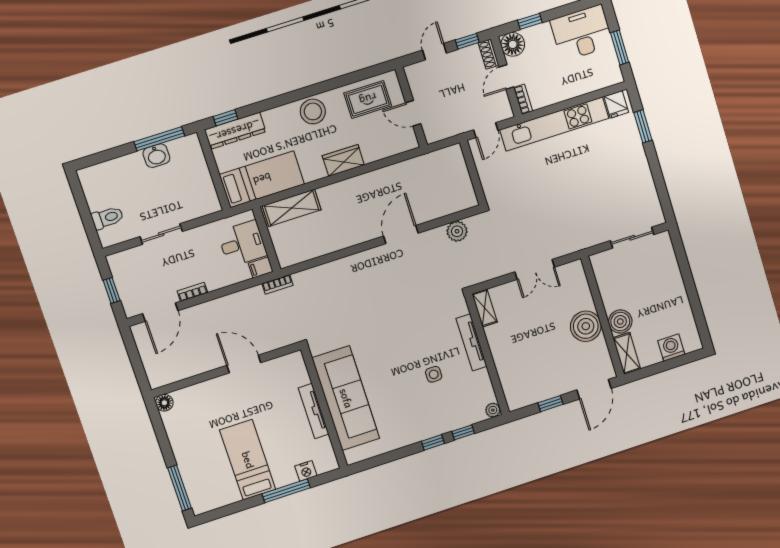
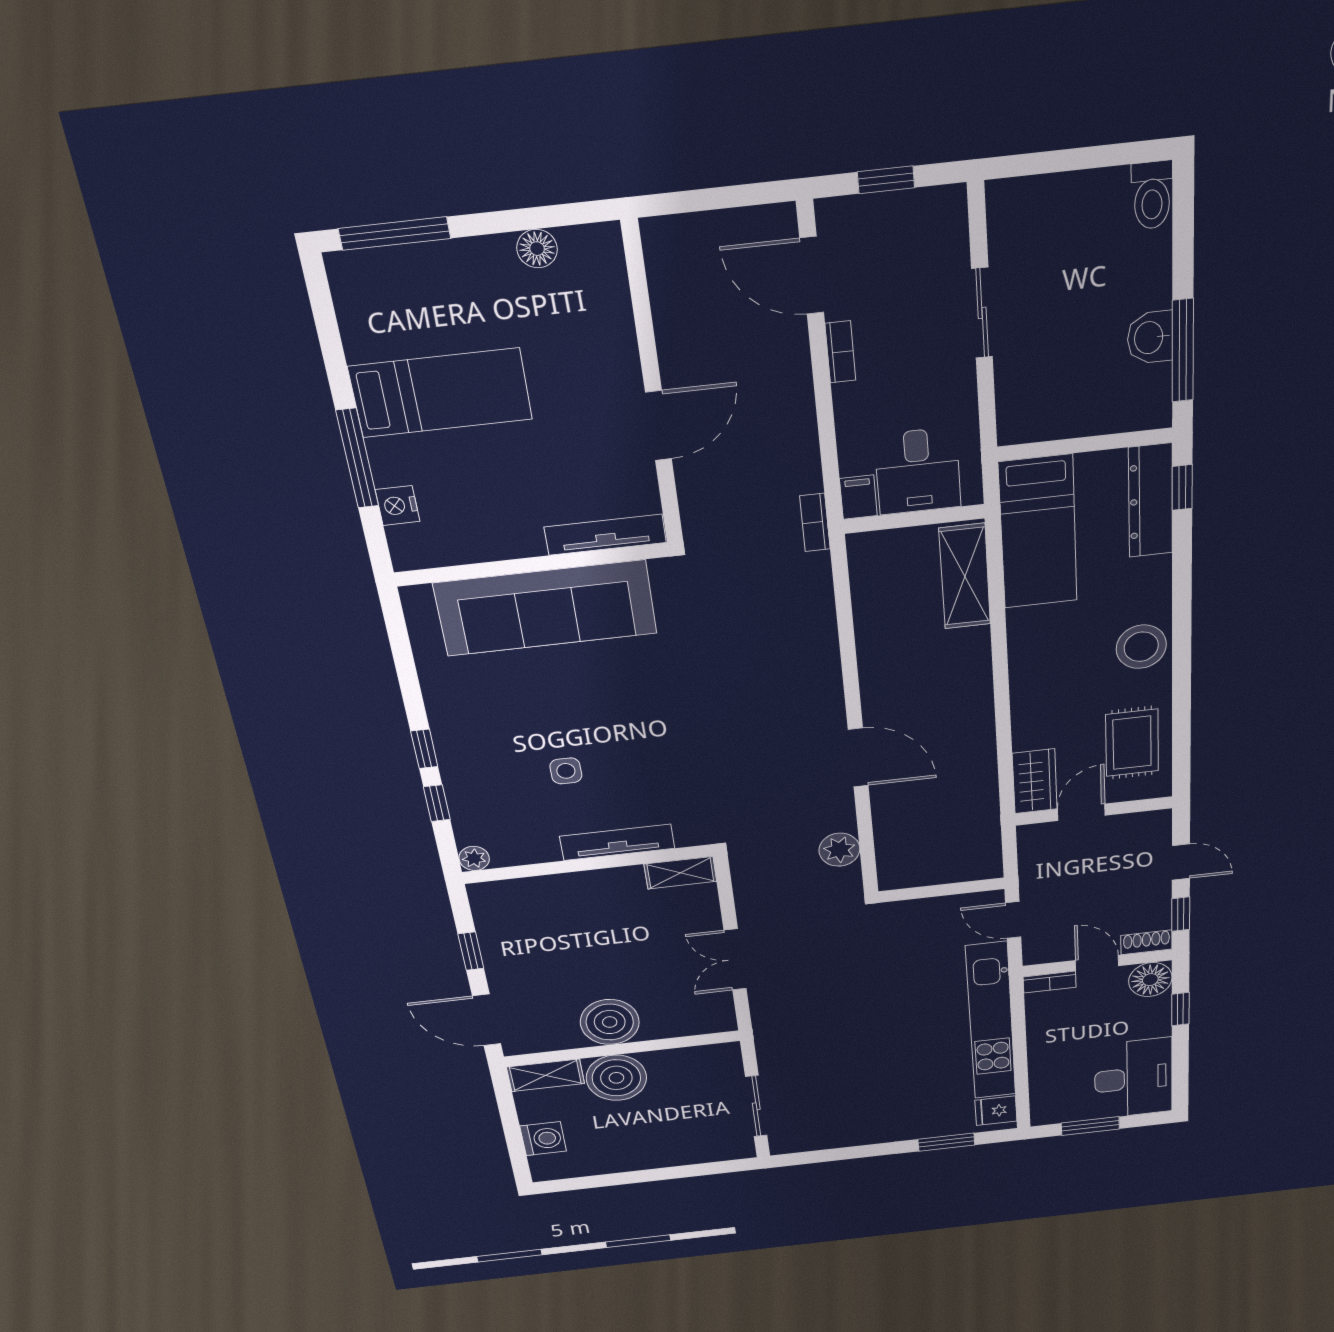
wardrobe: (343, 160) -> (1035, 781), moved
toilet: (107, 218) -> (1152, 195), moved
boiler: (620, 322) -> (616, 1078), width x1.37, depth x1.37
floor lamp: (164, 403) -> (537, 249), moved
tv unit: (314, 411) -> (605, 535), moved

